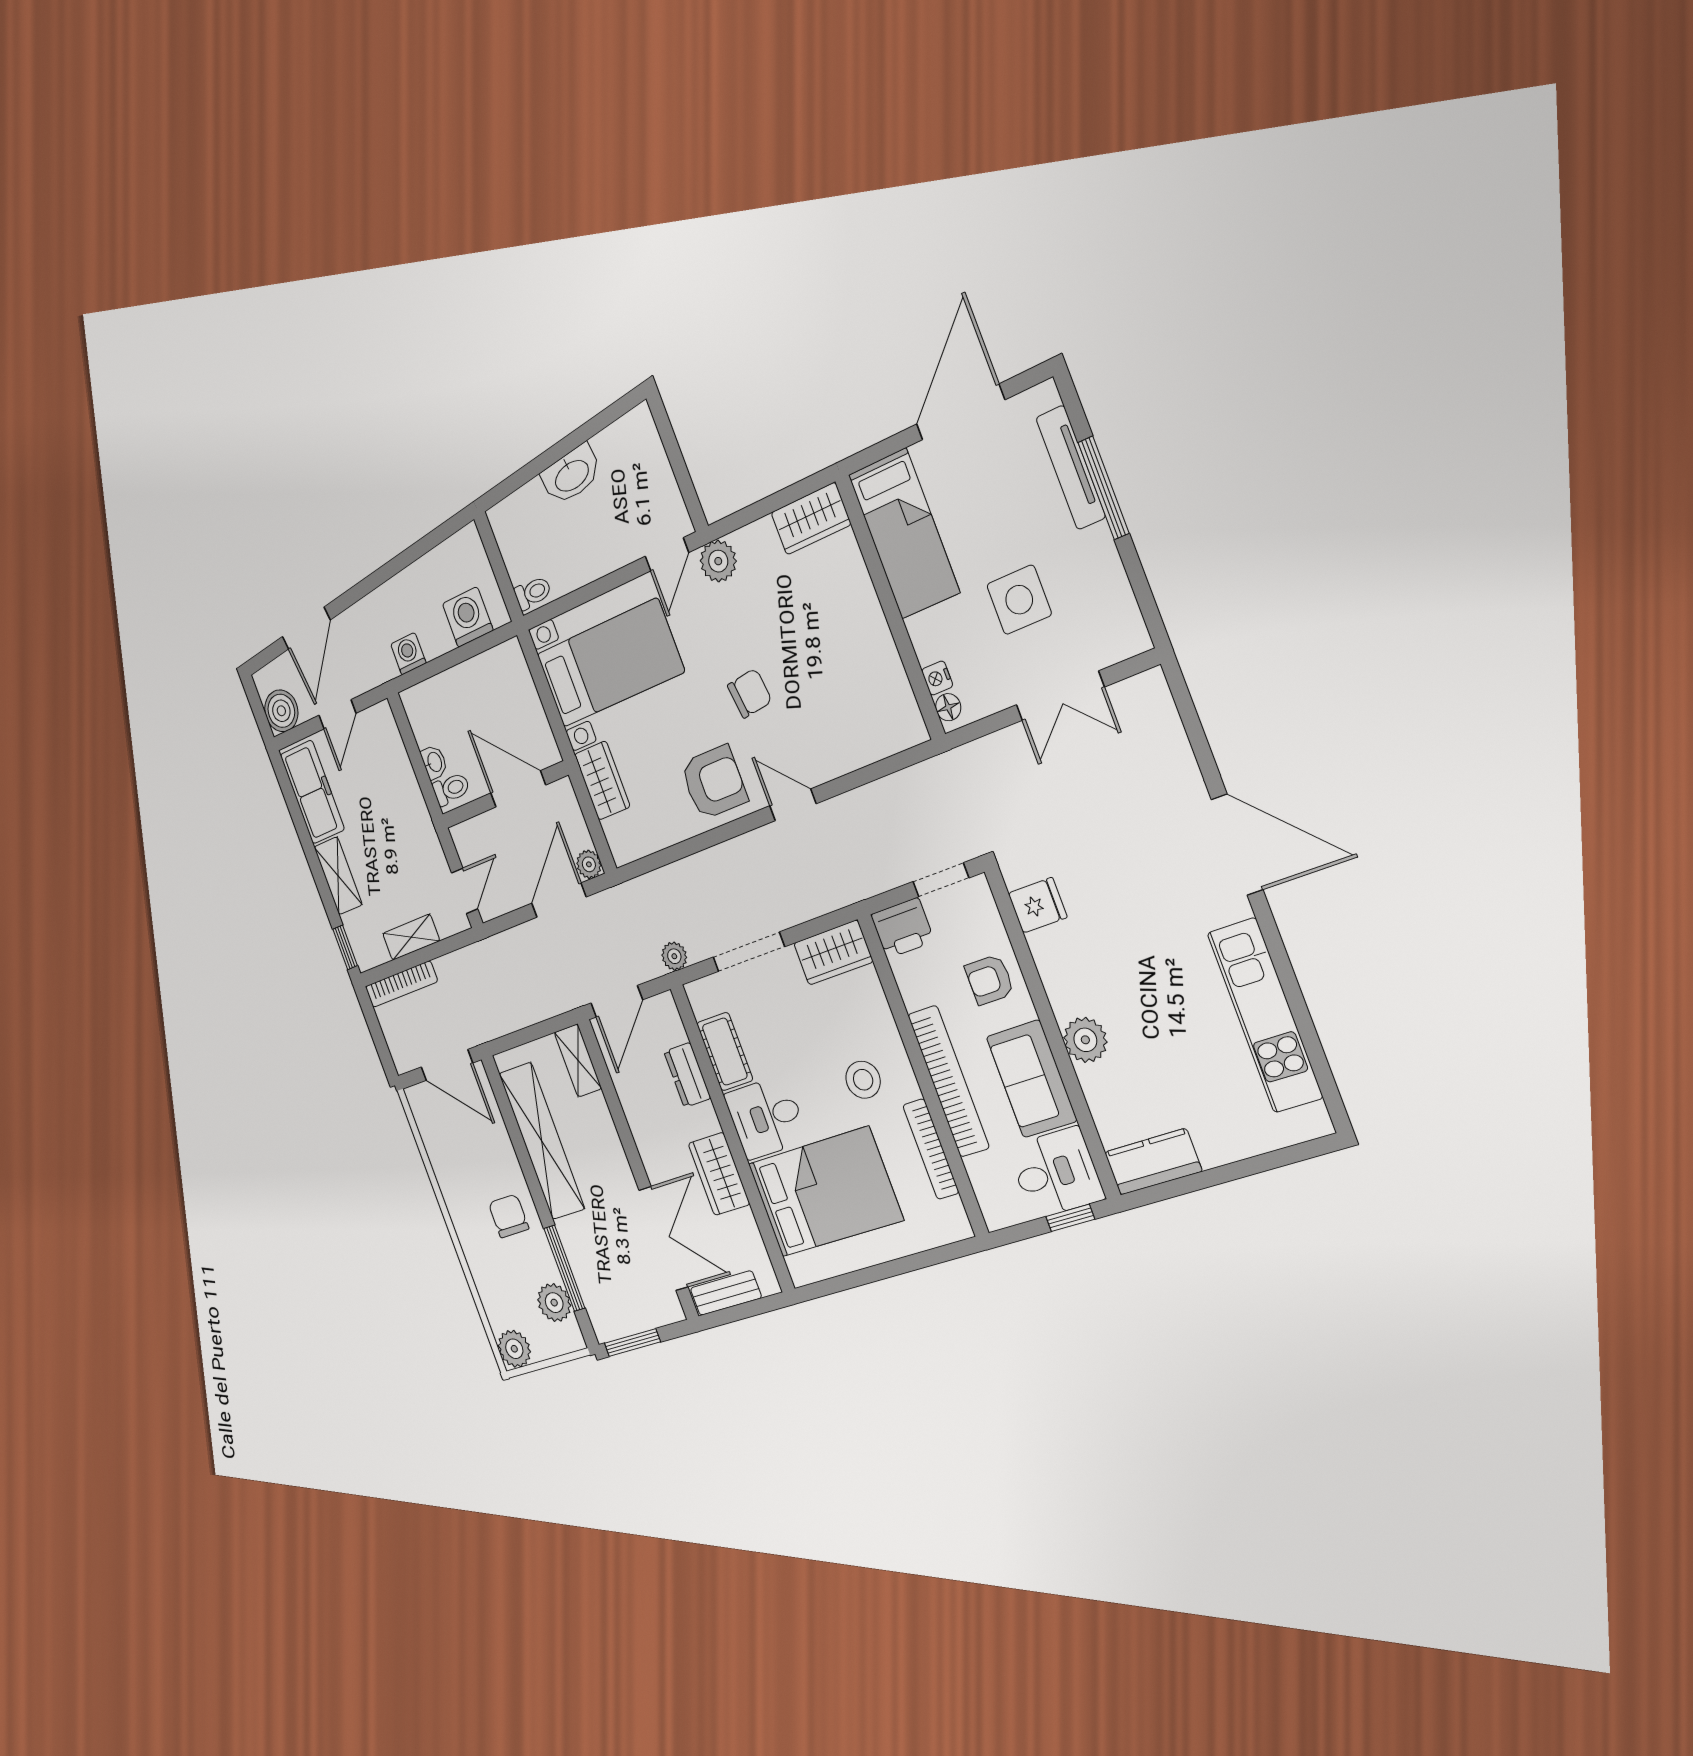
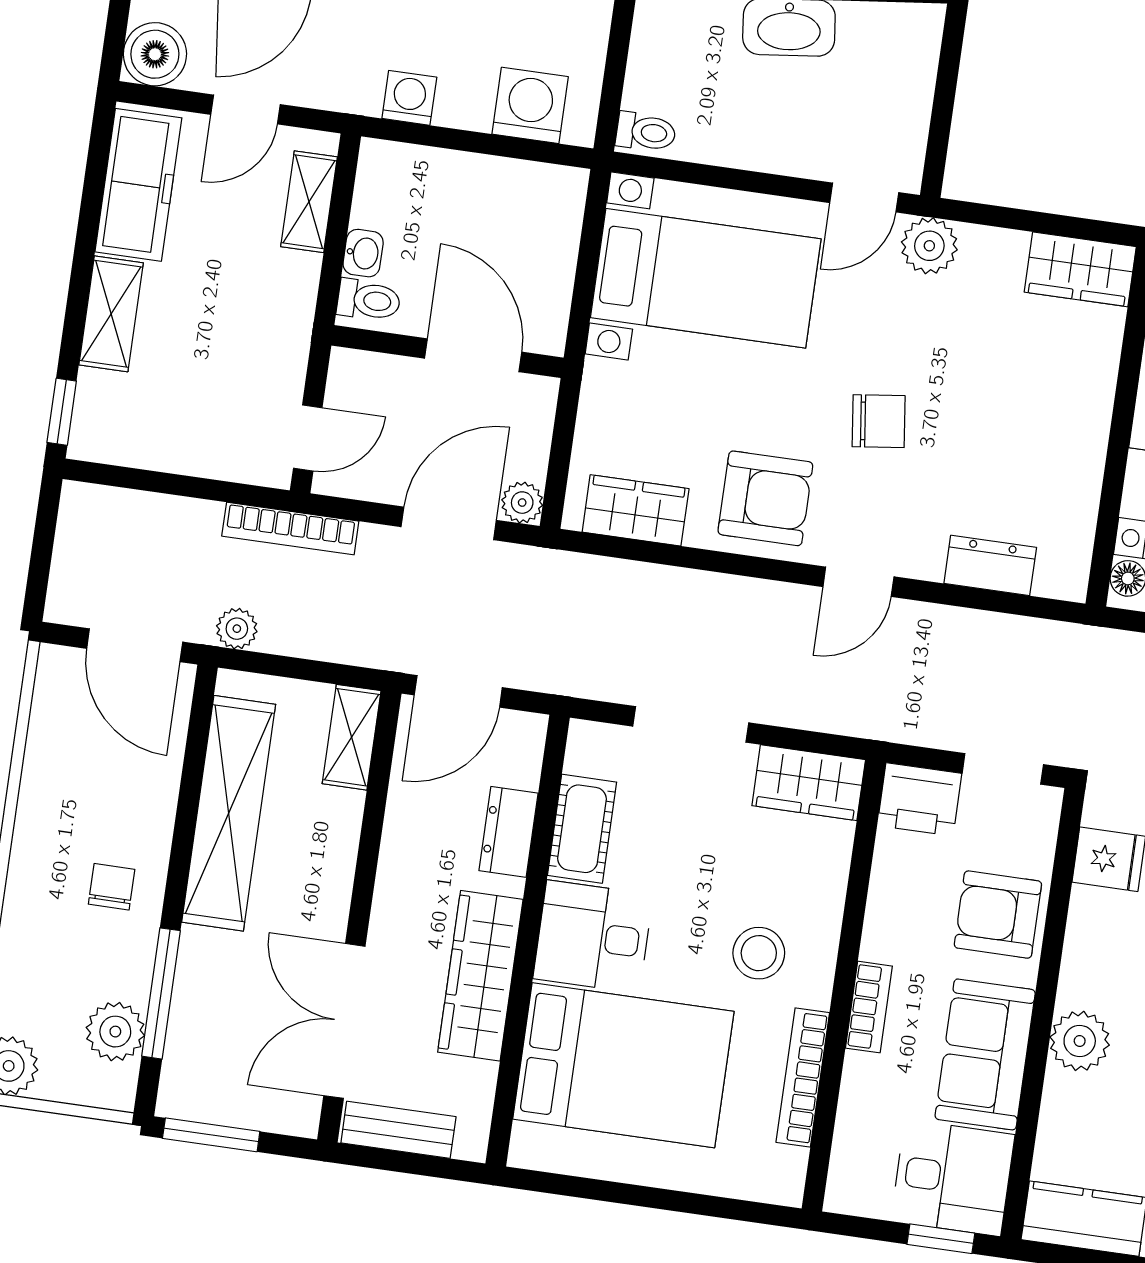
dresser: (862, 748) -> (990, 565), added
wardrobe: (602, 780) -> (636, 510), moved, turned -90
door: (793, 805) -> (858, 582), swing flipped
shelving: (411, 937) -> (309, 202), moved, turned 90
plant: (674, 956) -> (237, 629), moved
armchair: (989, 980) -> (998, 915), width x1.38, depth x1.38
bookcase: (401, 984) -> (290, 529), moved
bookcase: (949, 1081) -> (869, 1007), width x0.43, depth x0.76
wardrobe: (719, 1174) -> (480, 976), width x1.50
chair: (509, 1216) -> (112, 887), width x0.73, depth x0.73
double door: (663, 1238) -> (344, 1021), swing flipped

